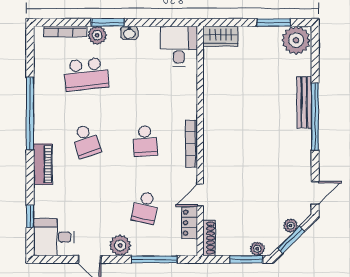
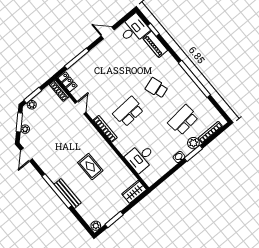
plant: (296, 40) -> (96, 226), width x0.53, depth x0.53
desk: (179, 46) -> (141, 158), moved, turned 90
rug: (249, 112) -> (90, 167), added
school desk: (145, 141) -> (128, 112), width x1.85
piano: (43, 164) -> (155, 44), moved
school desk: (145, 208) -> (102, 80), removed
locker: (190, 223) -> (68, 82), moved
plant: (120, 245) -> (99, 52), removed

